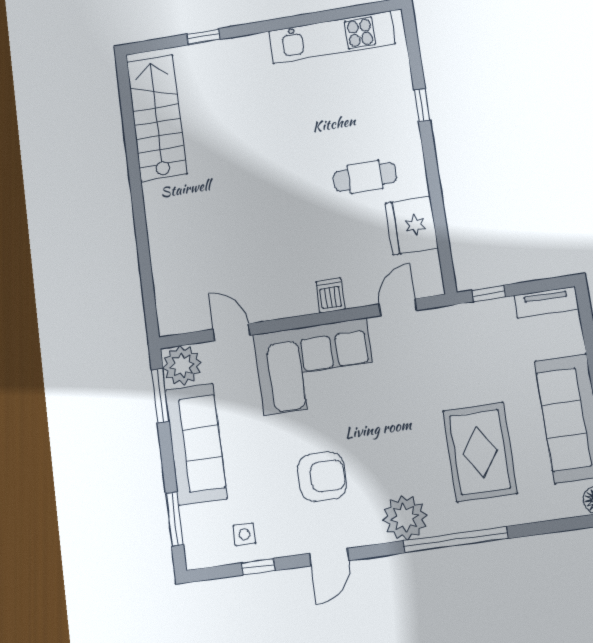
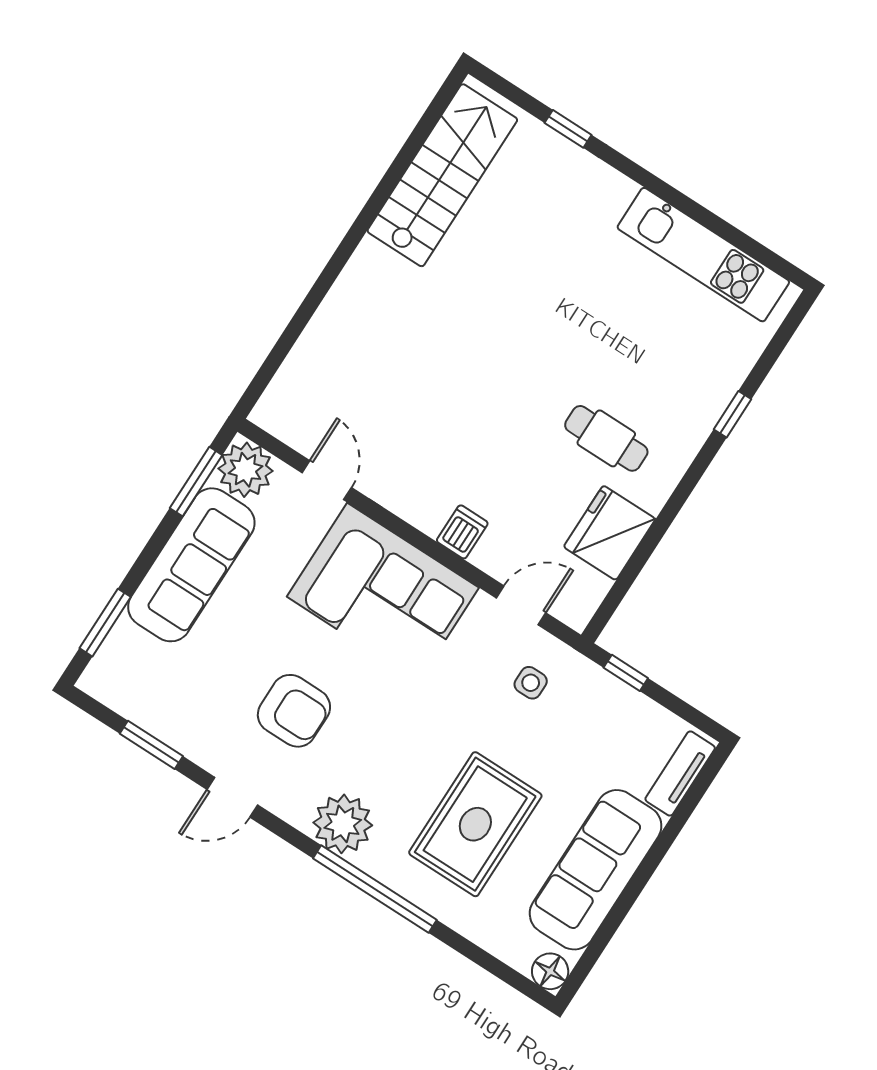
tv unit: (546, 302) -> (680, 774), moved, turned 90
side table: (244, 534) -> (531, 683), moved
window: (258, 567) -> (151, 745), width x1.50

